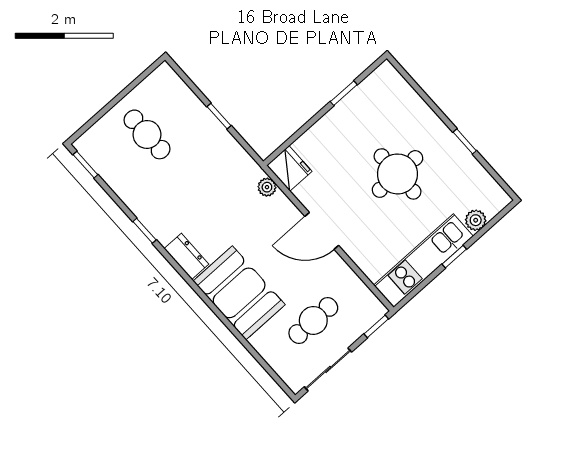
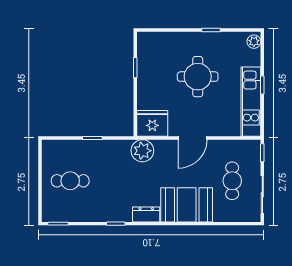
fridge: (289, 168) -> (152, 123), width x1.36, depth x1.34
plant: (267, 187) -> (142, 151), width x1.88, depth x1.88
plant: (476, 220) -> (254, 42), moved

